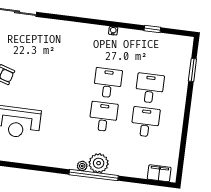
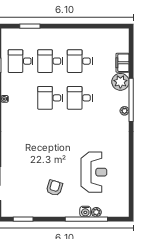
desk: (154, 54) -> (21, 61), added
plant: (99, 163) -> (120, 82), moved
filing cabinet: (159, 173) -> (123, 63), moved

